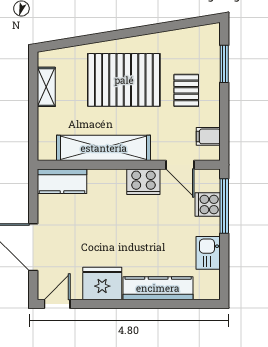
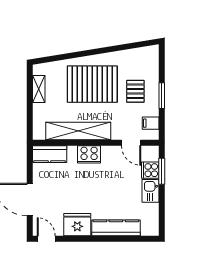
window: (224, 64) -> (162, 96), moved
cooker: (143, 182) -> (89, 154), moved
window: (224, 206) -> (162, 171), width x0.69
kitchen sink: (208, 253) -> (150, 191), moved
door: (57, 304) -> (46, 239), hinge flipped

